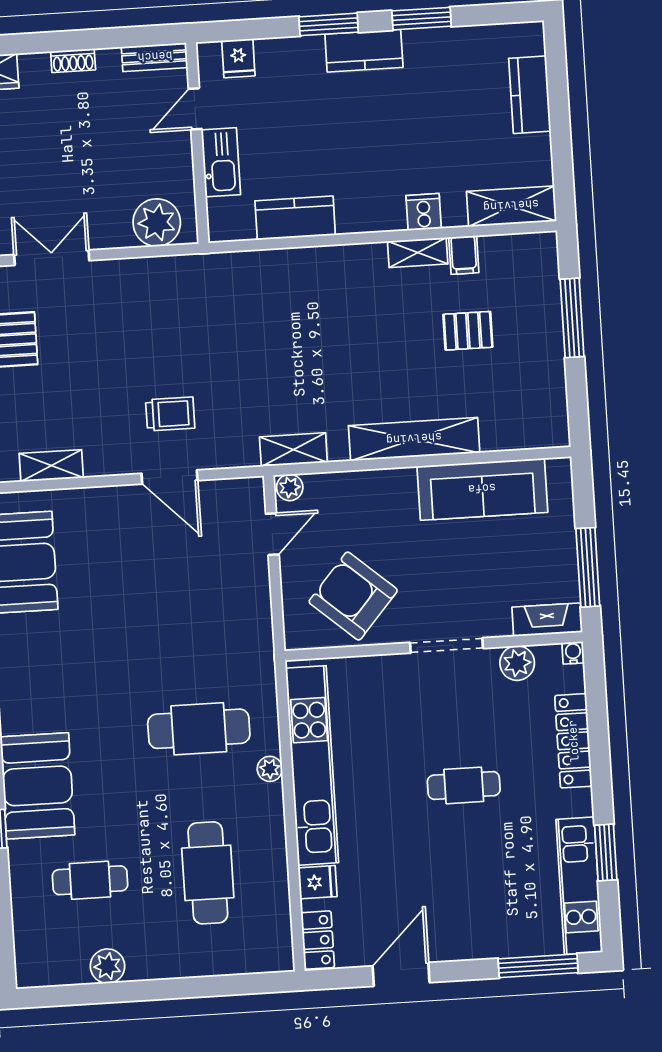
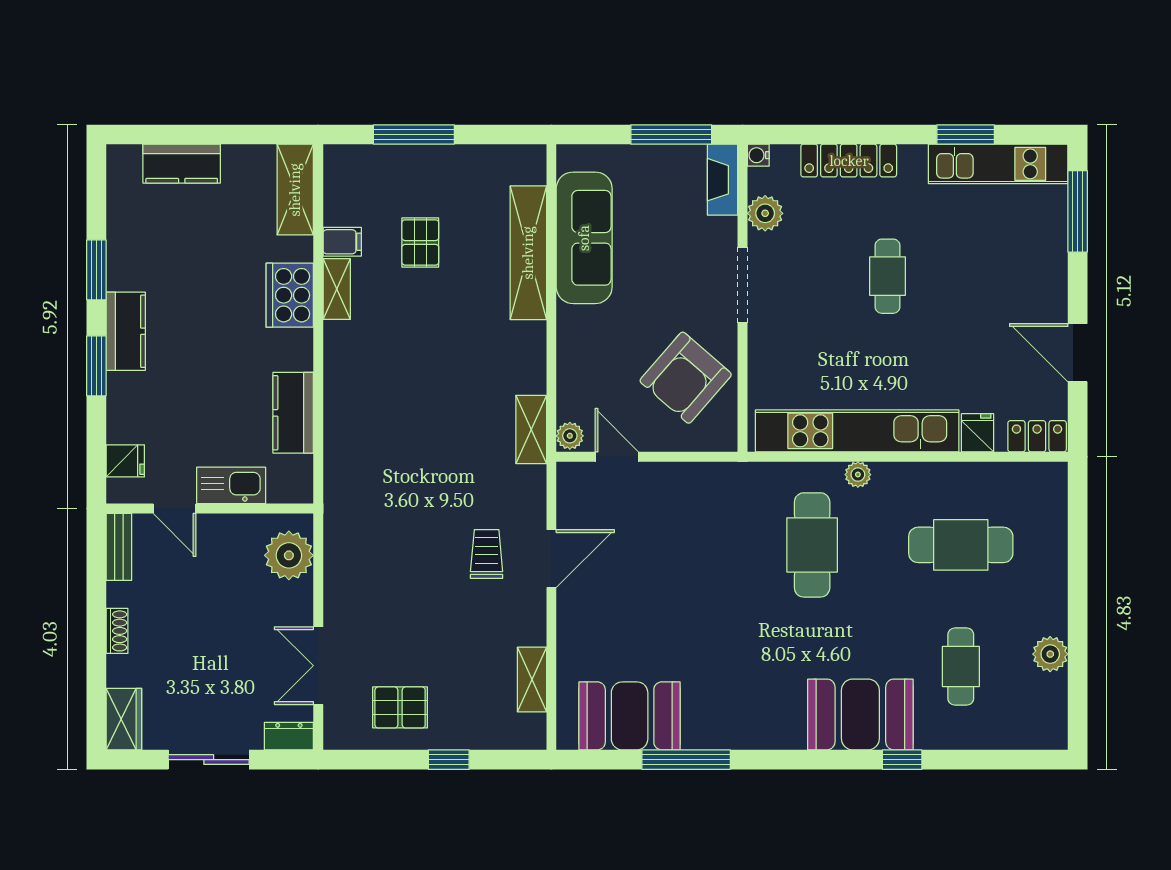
cooker: (424, 212) -> (290, 295), width x1.87, depth x1.31
shelving: (414, 439) -> (528, 253), moved

